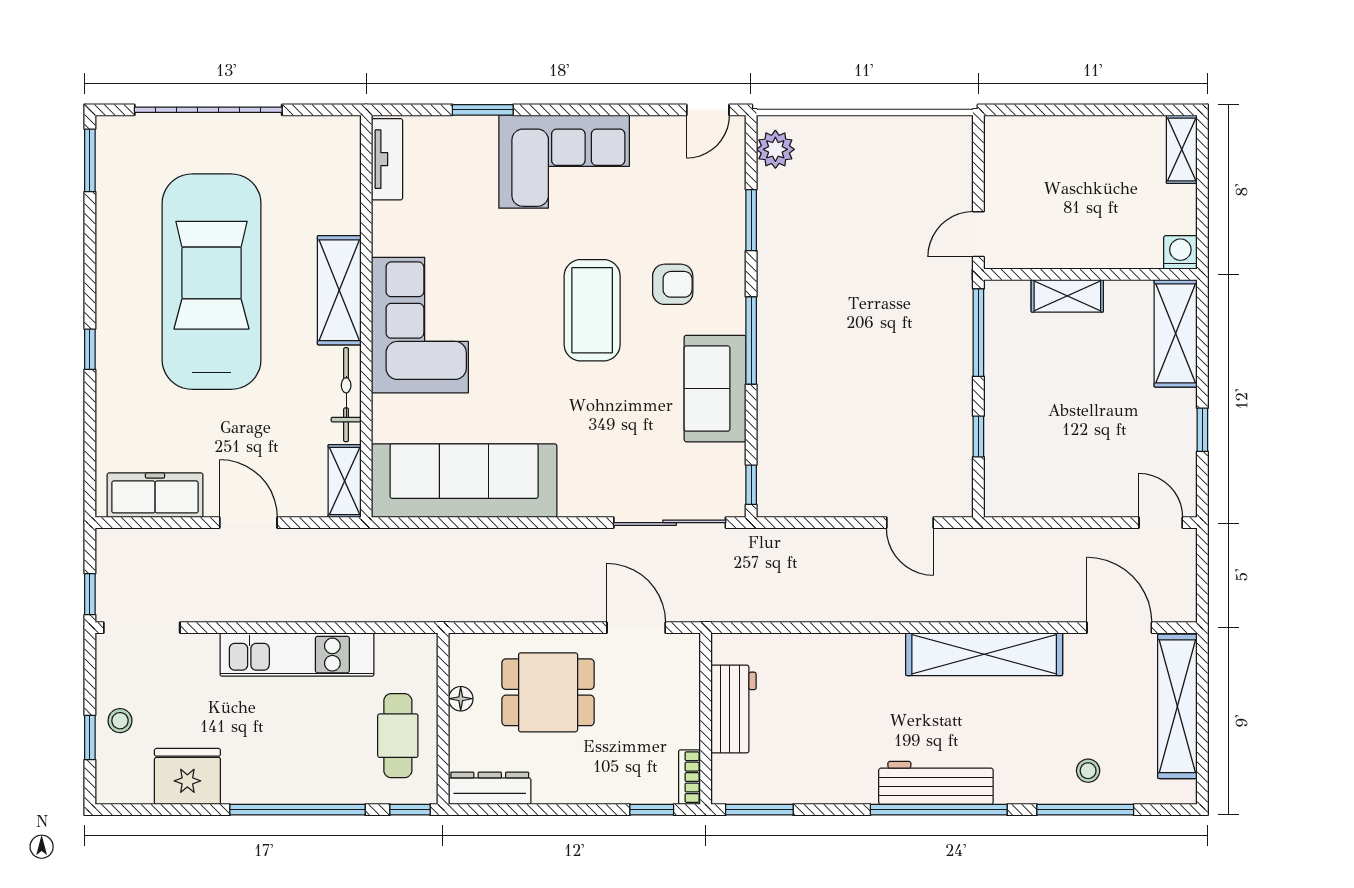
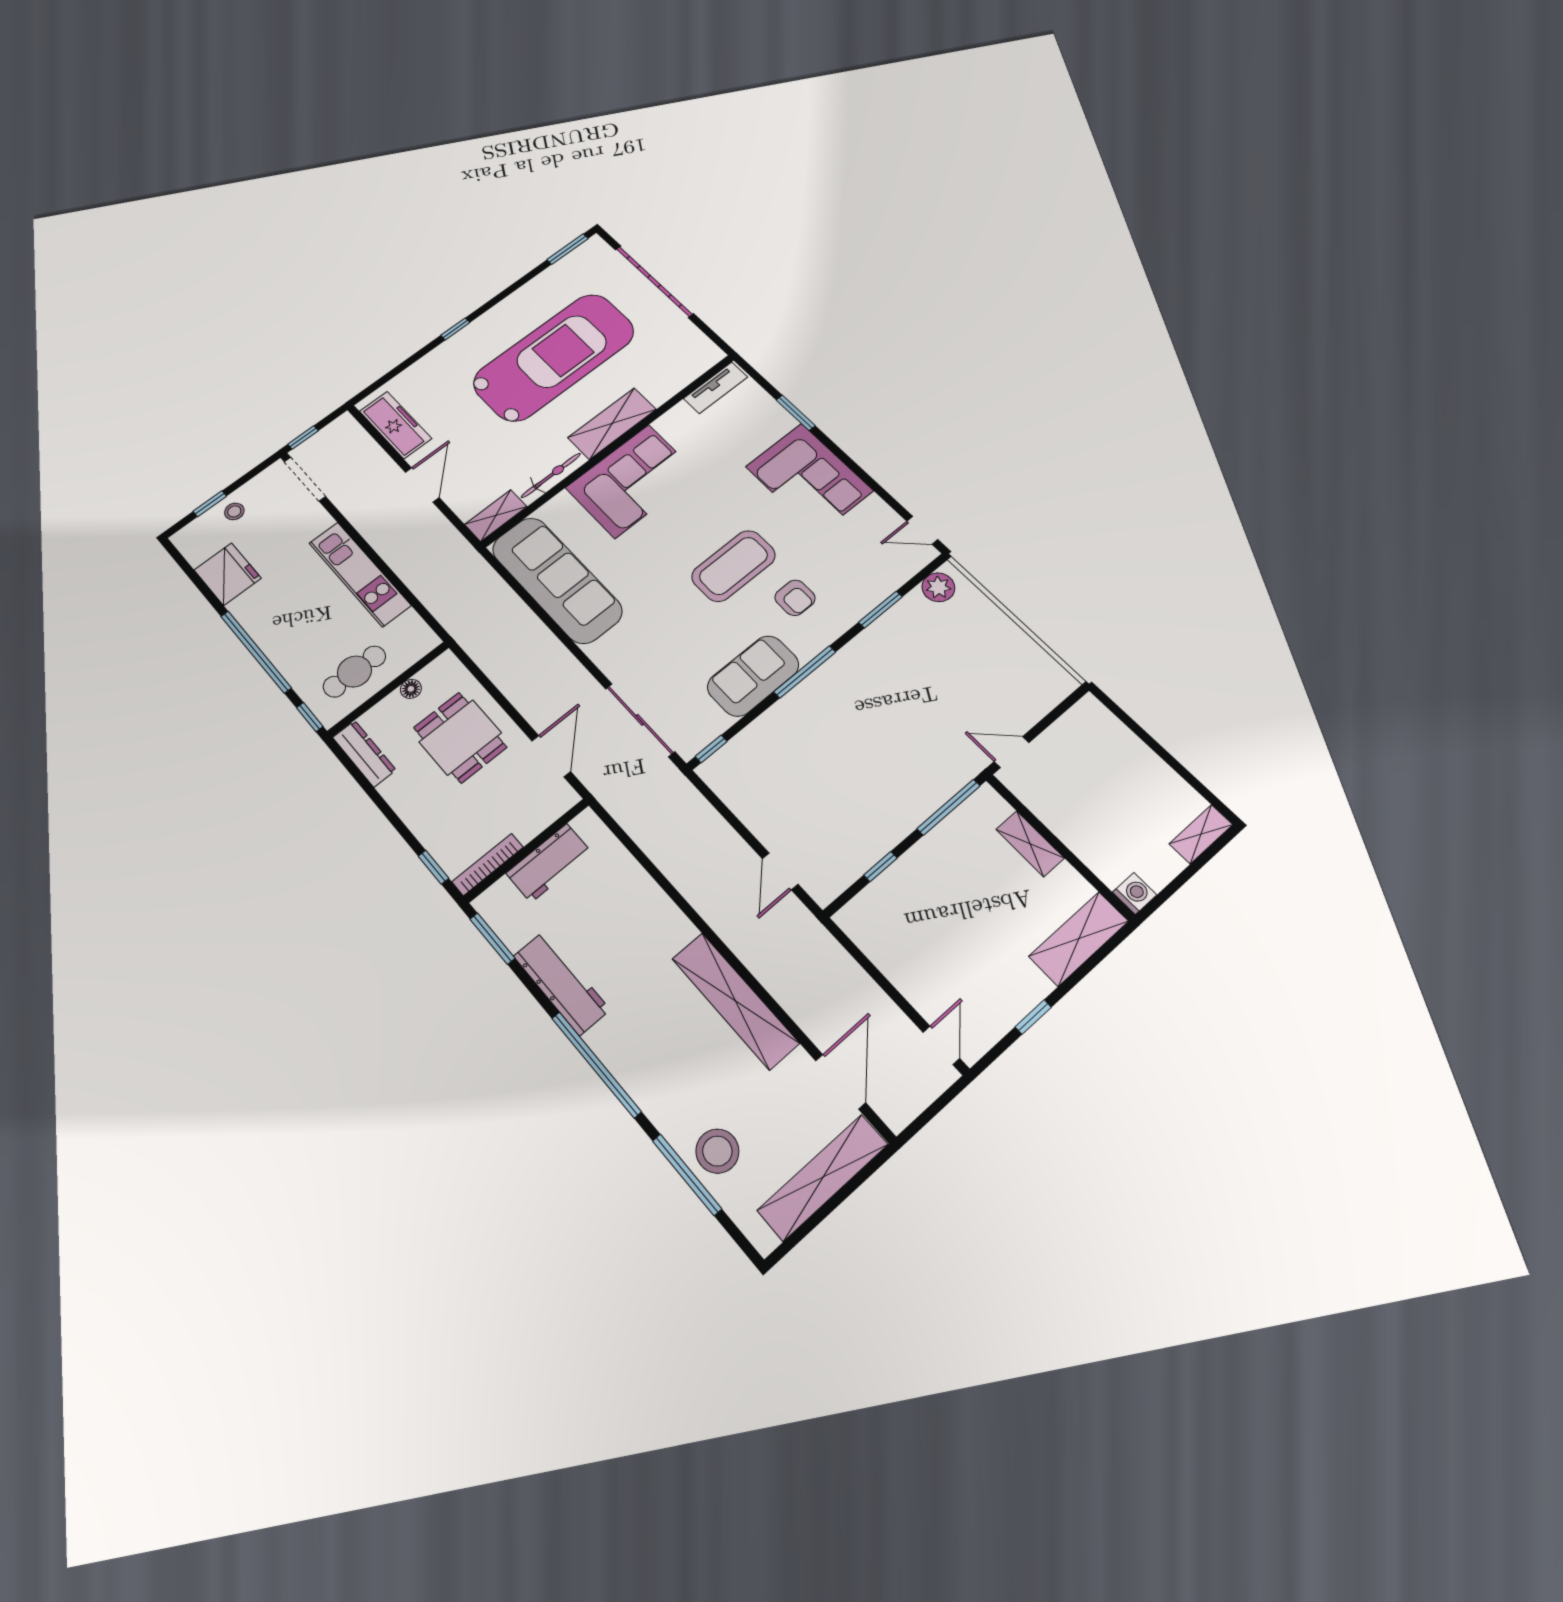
stool: (1088, 771) -> (717, 1151), width x1.89, depth x1.89
bookcase: (689, 777) -> (488, 864), width x1.56
workbench: (936, 783) -> (561, 983), moved

